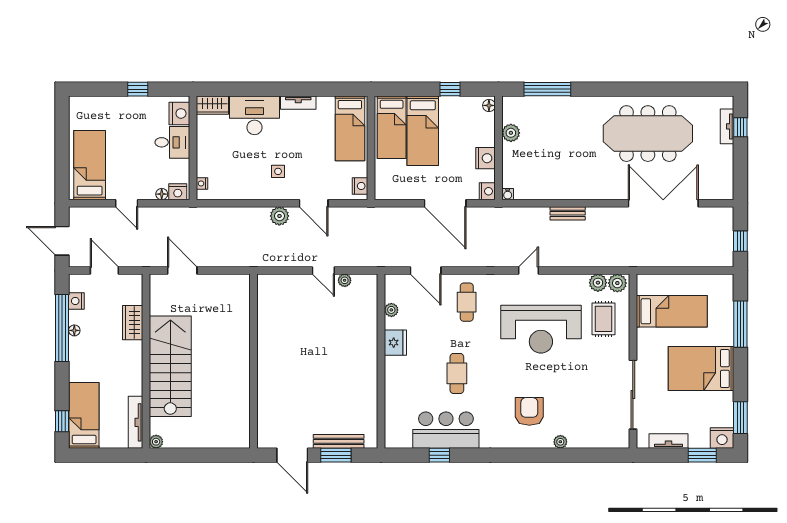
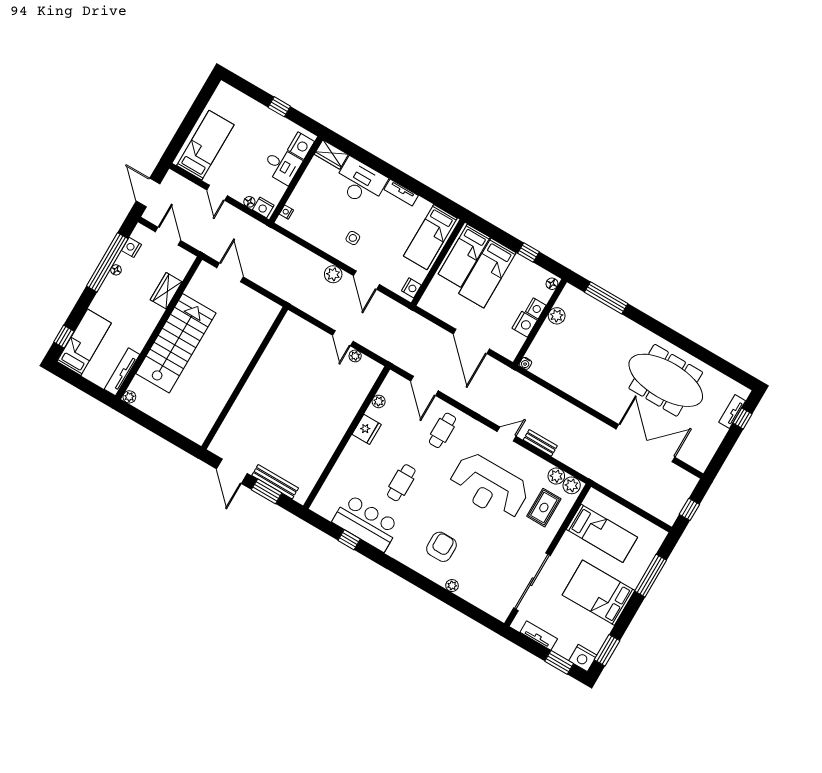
nightstand: (487, 191) -> (536, 308), moved
bench: (568, 213) -> (540, 443), moved

